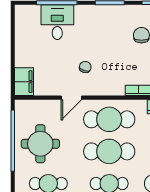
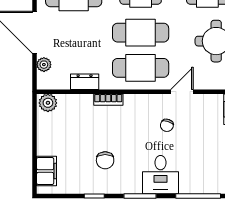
desk: (57, 22) -> (160, 175), moved

